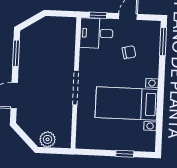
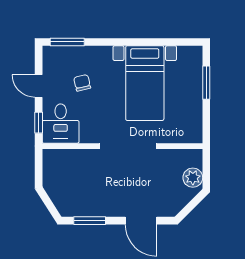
doorway: (76, 88) -> (128, 146), width x1.36
window: (125, 154) -> (206, 83), width x1.50

